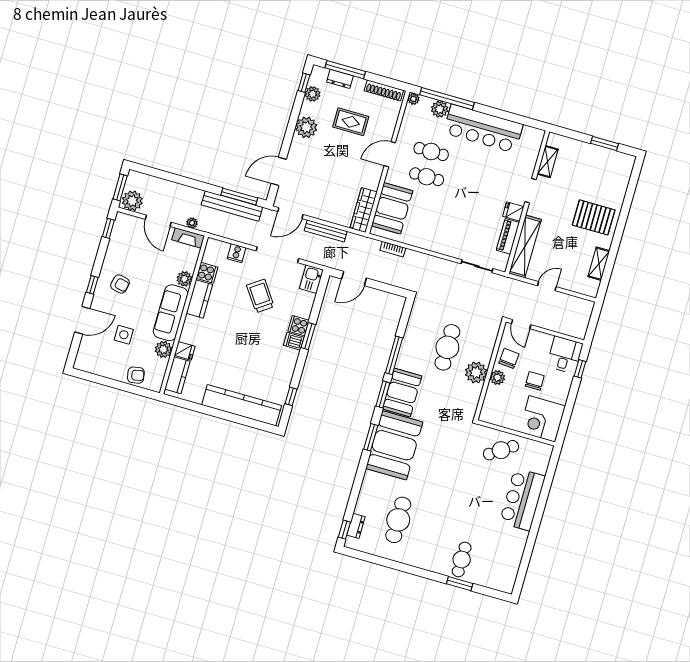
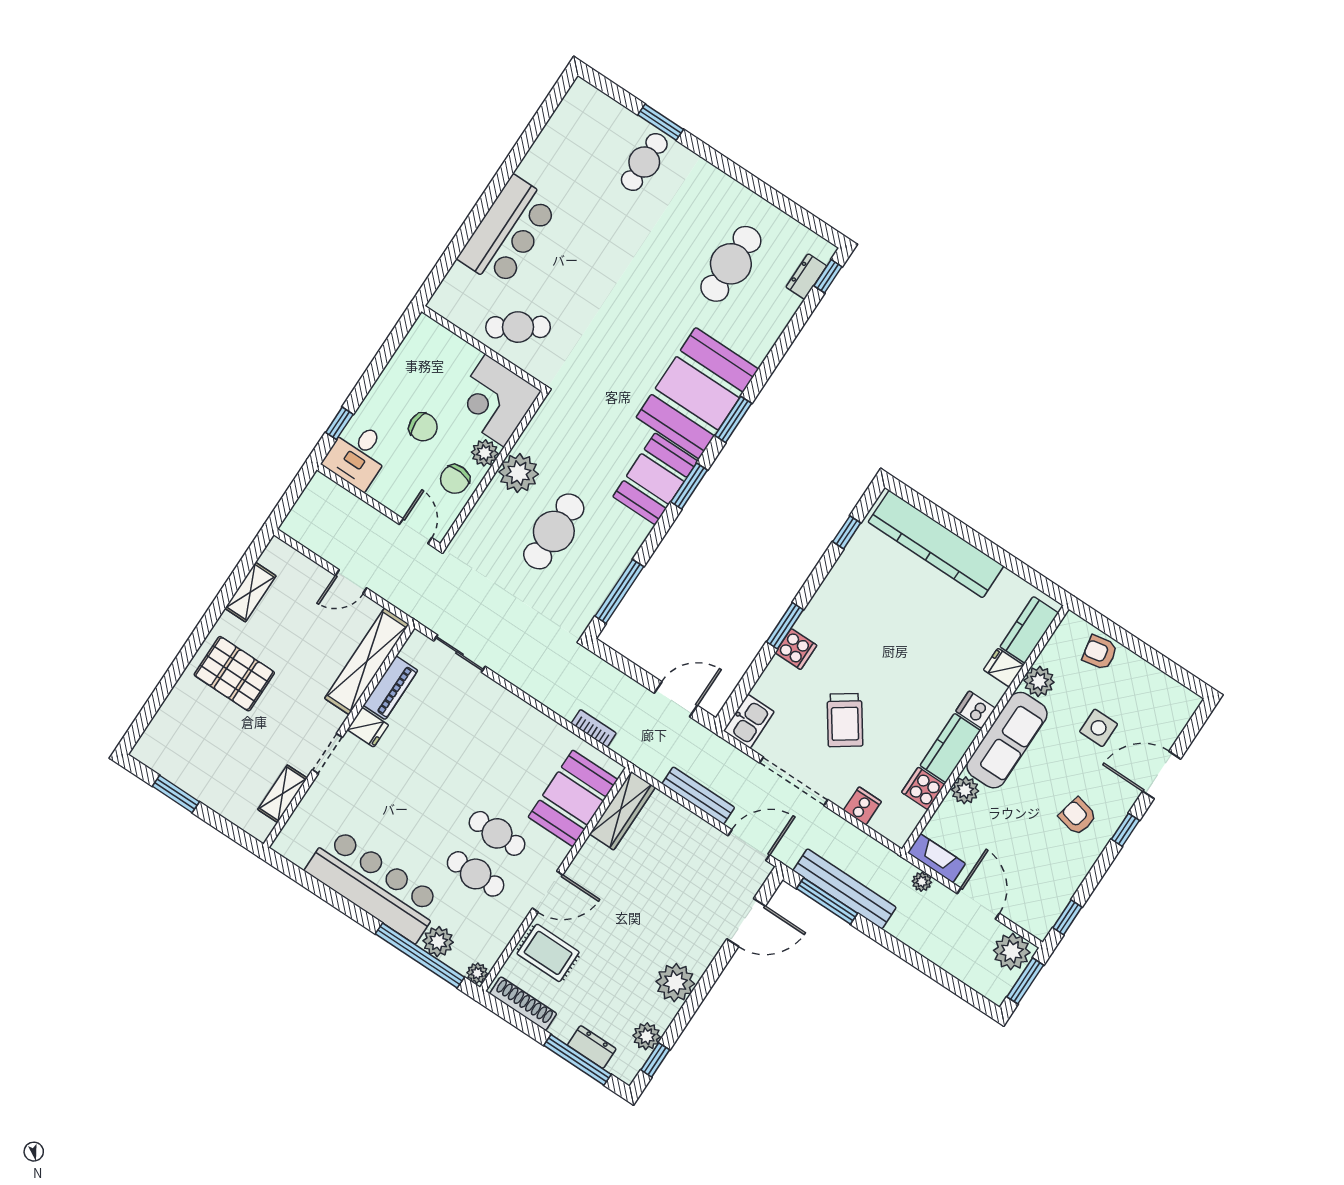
rug: (351, 122) -> (548, 953), moved
dishwasher: (294, 341) -> (976, 710), moved, turned 180
window: (394, 355) -> (619, 591), moved
chair: (535, 381) -> (423, 427), turned -90
corner desk: (542, 419) -> (495, 400), moved, turned 180

